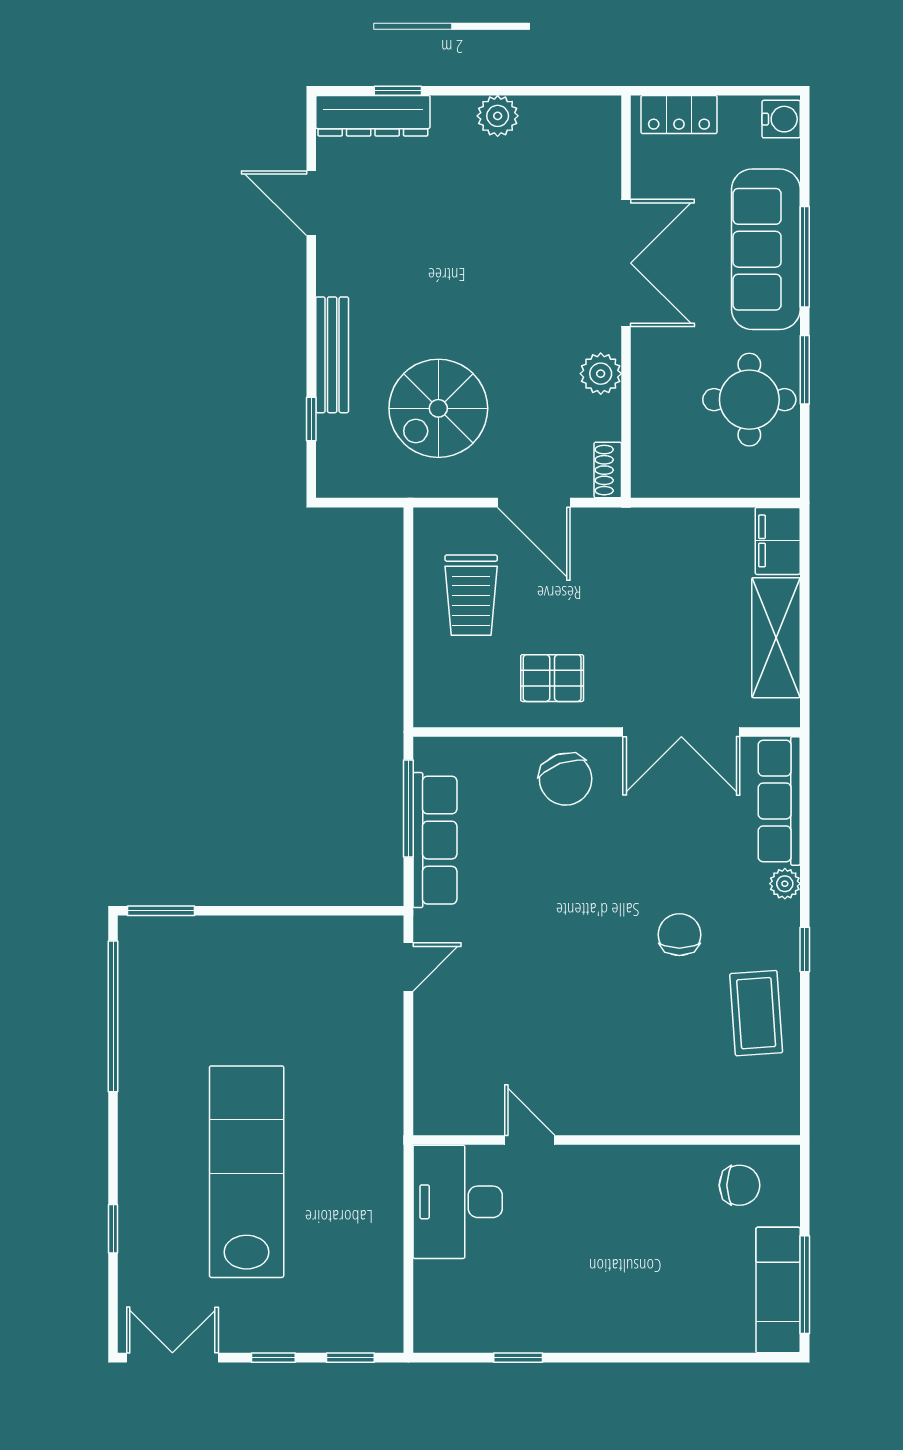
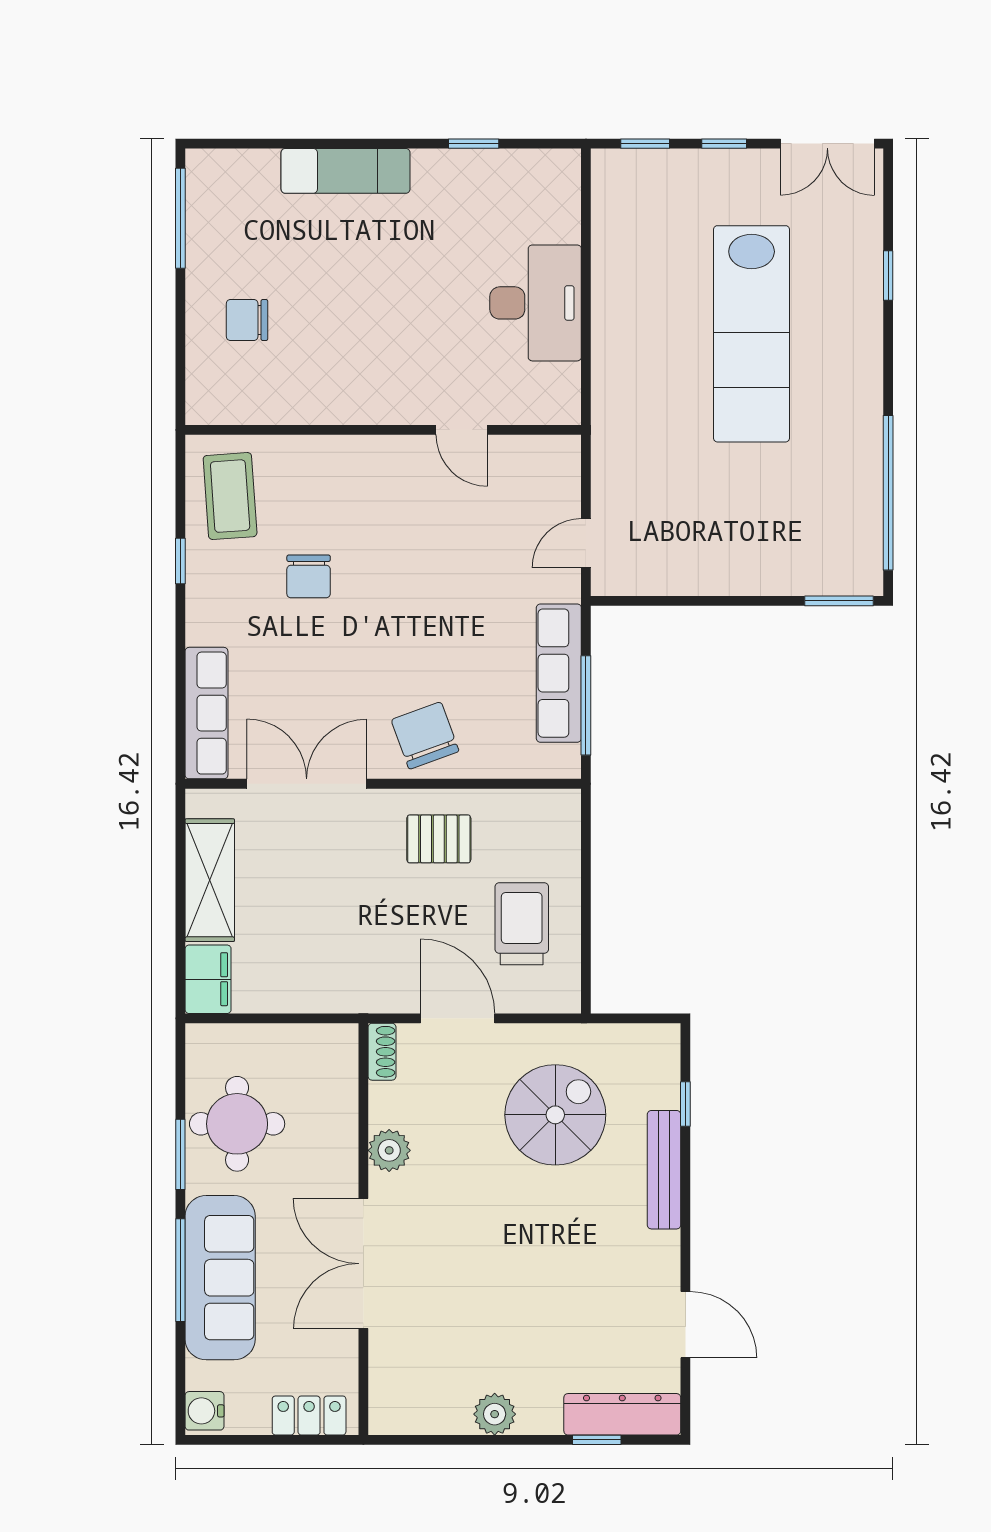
plant: (785, 884) -> (201, 628), removed
door: (530, 1140) -> (462, 430), moved
wall: (607, 1140) -> (383, 430), moved
exam couch: (778, 1290) -> (346, 171), moved, turned 90

